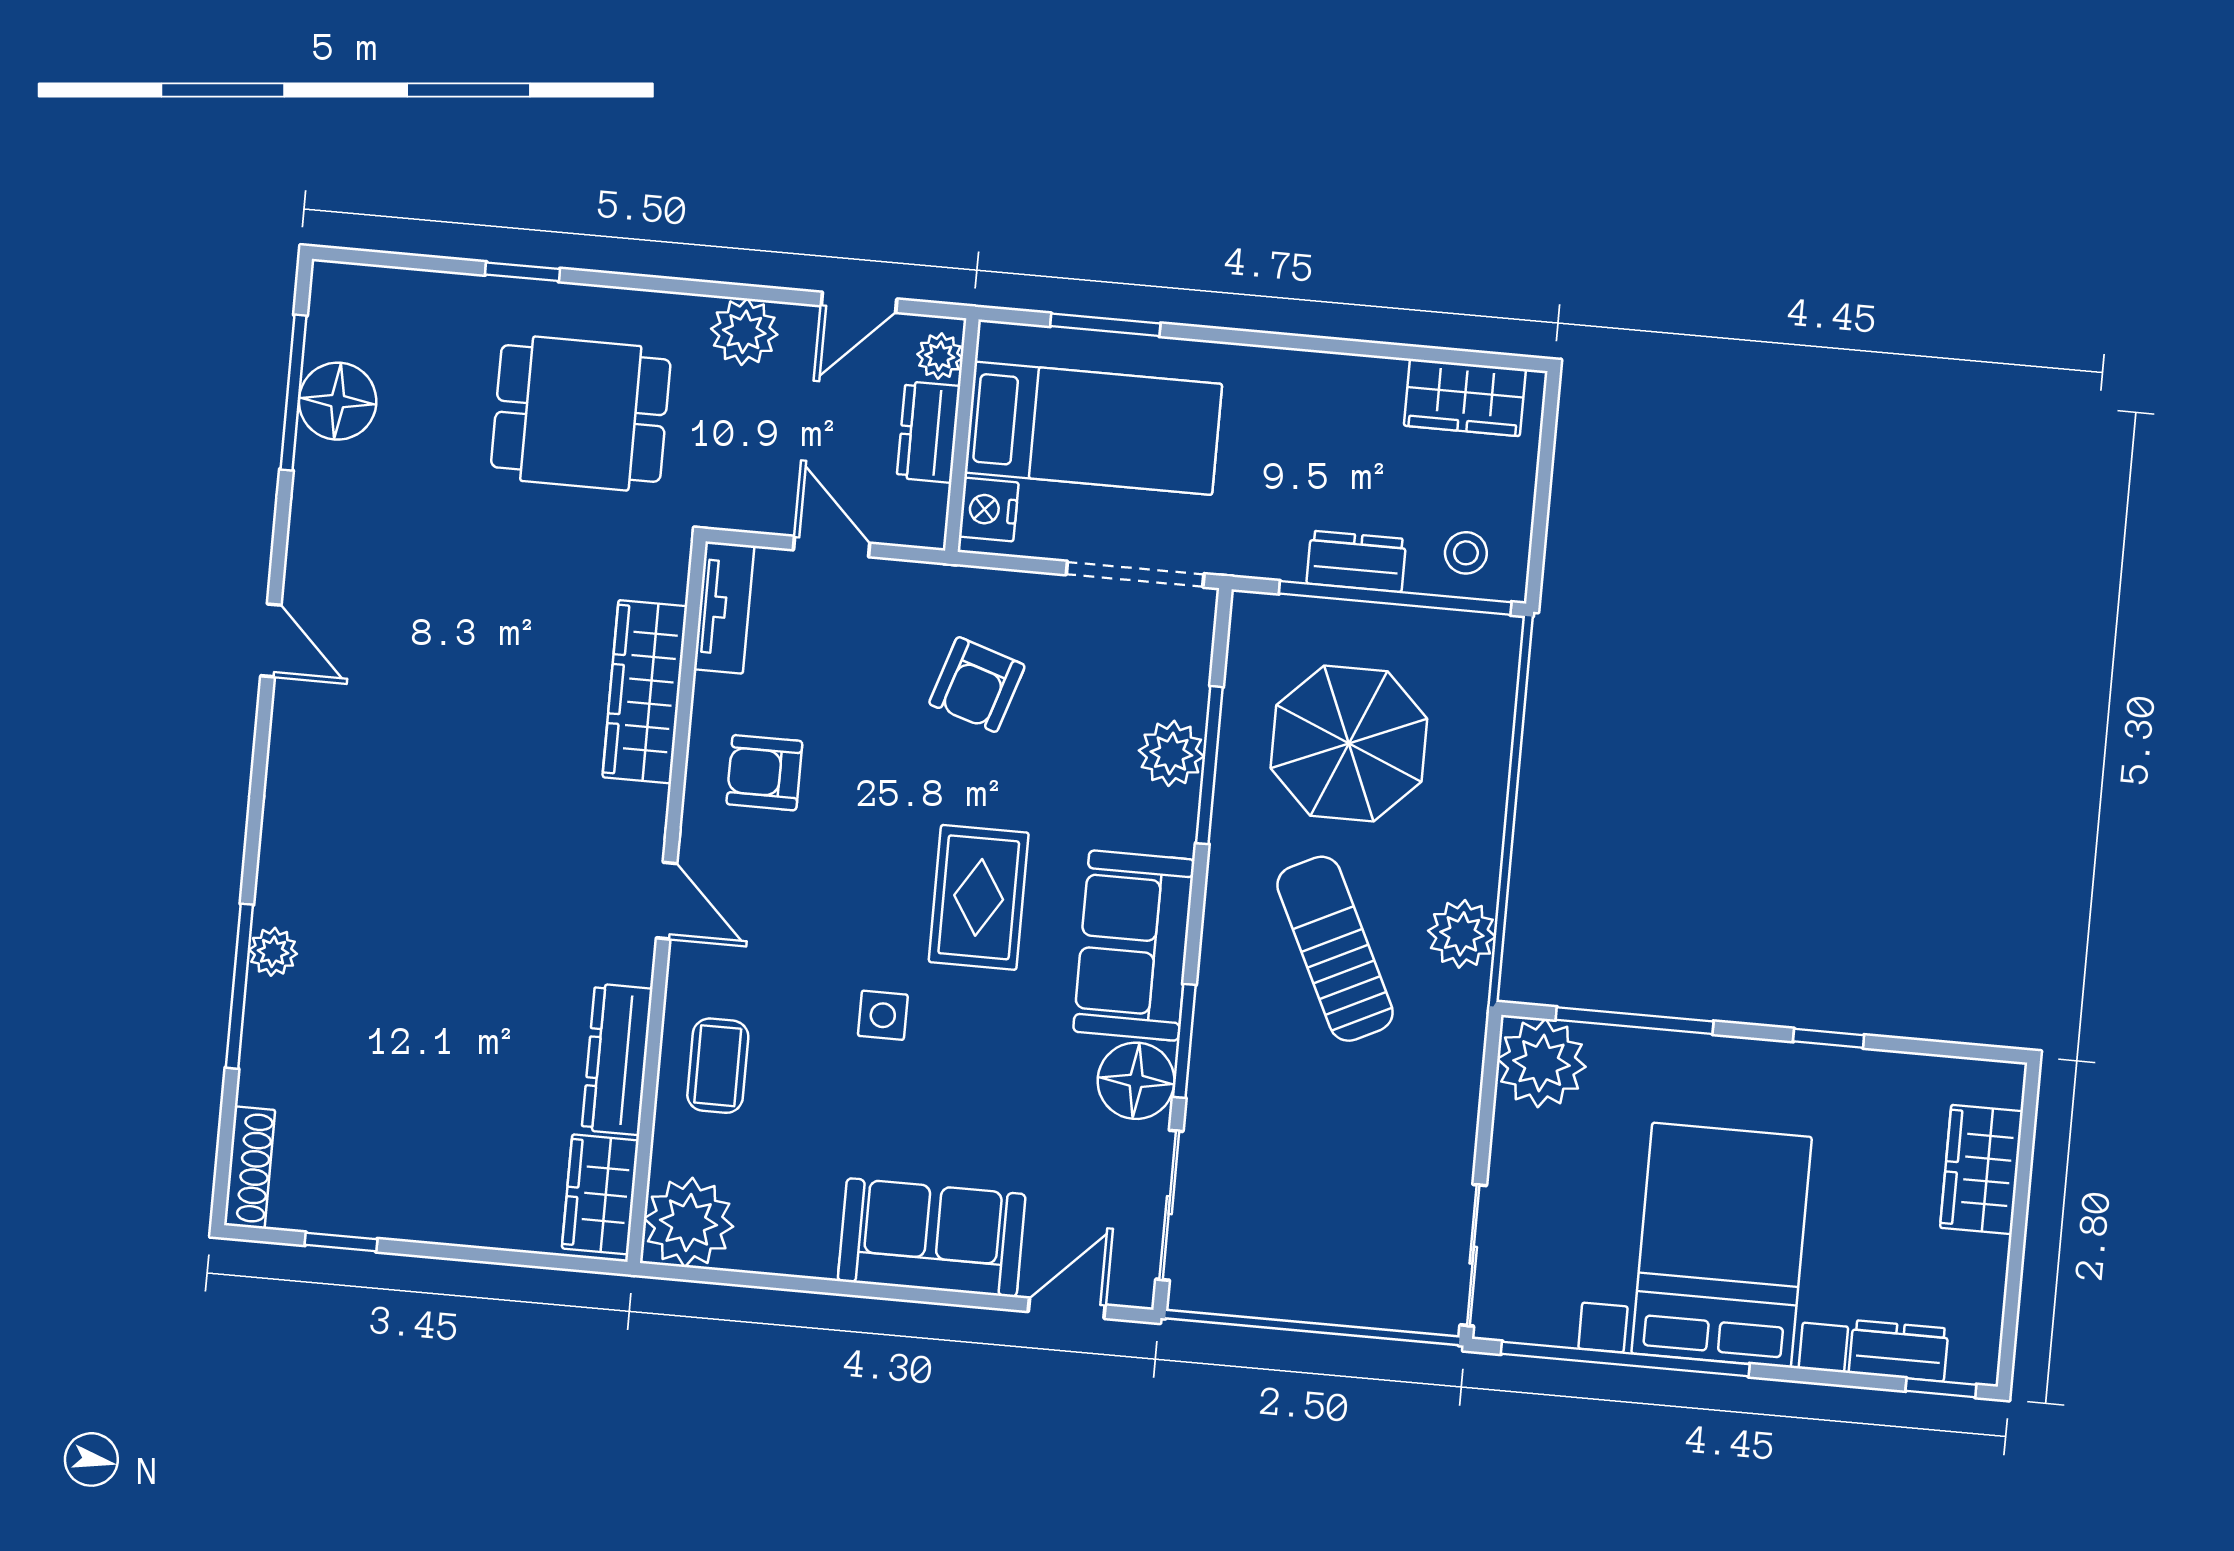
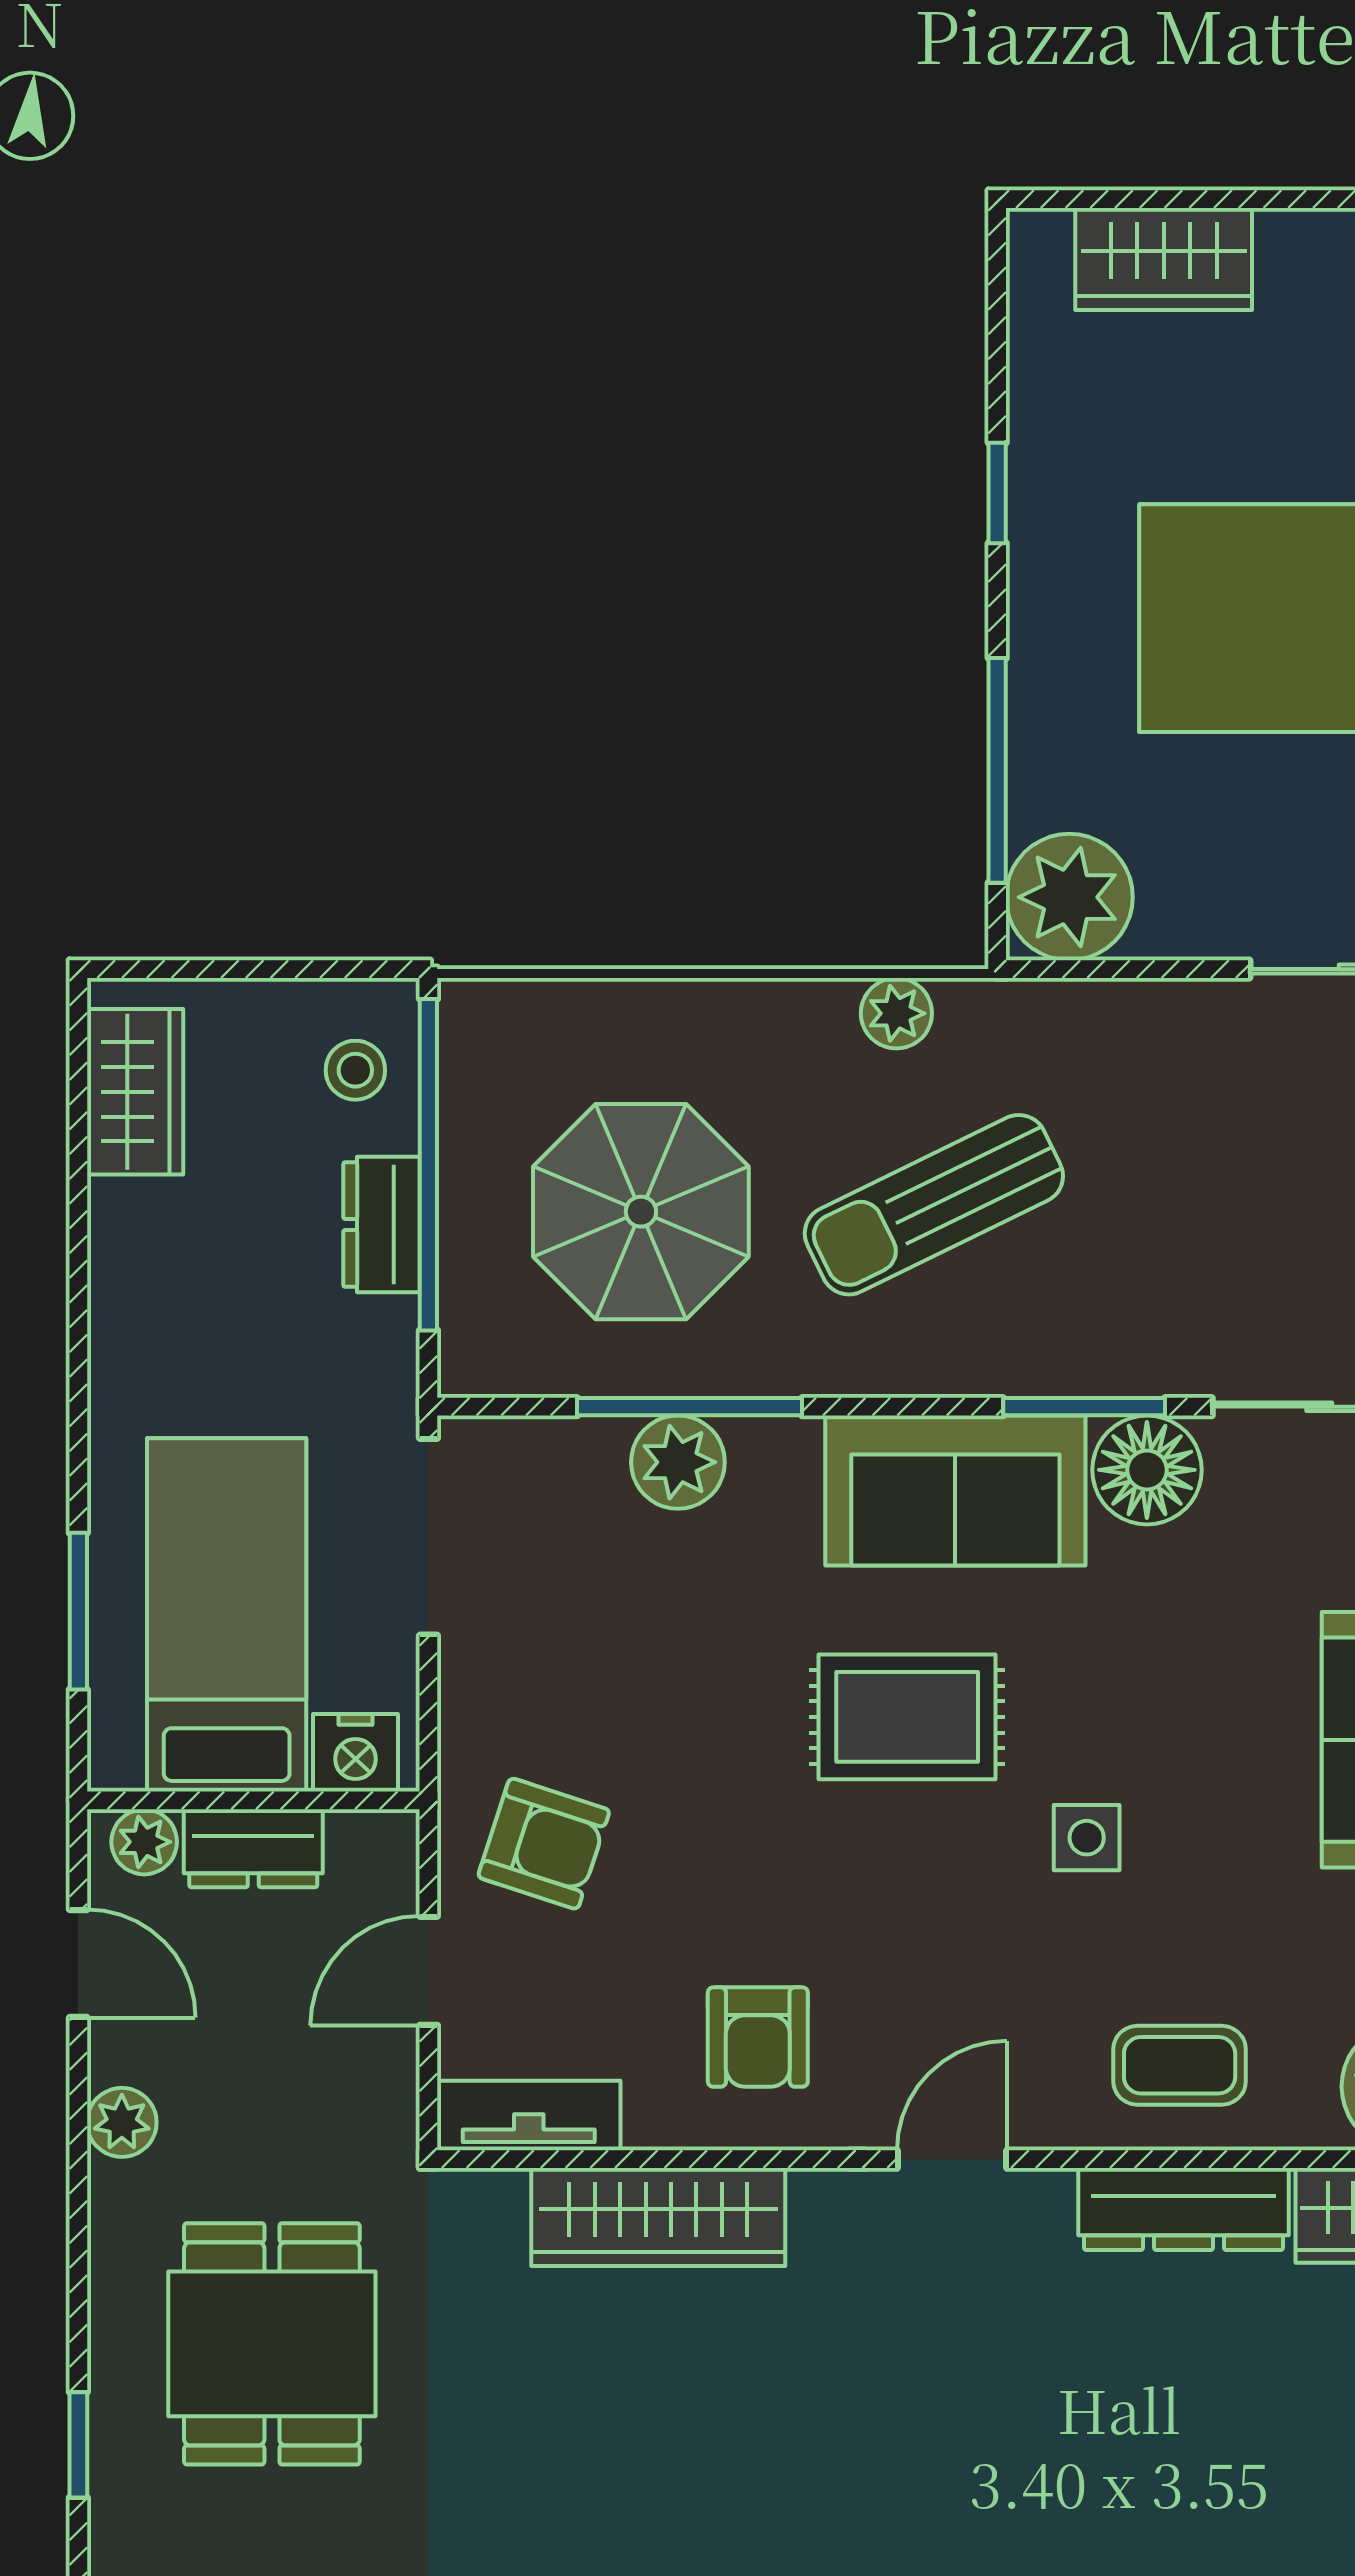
plant: (744, 332) -> (122, 2122), width x0.73, depth x0.73
armchair: (977, 685) -> (544, 1844), moved
plant: (1462, 934) -> (896, 1013), width x0.73, depth x0.73

